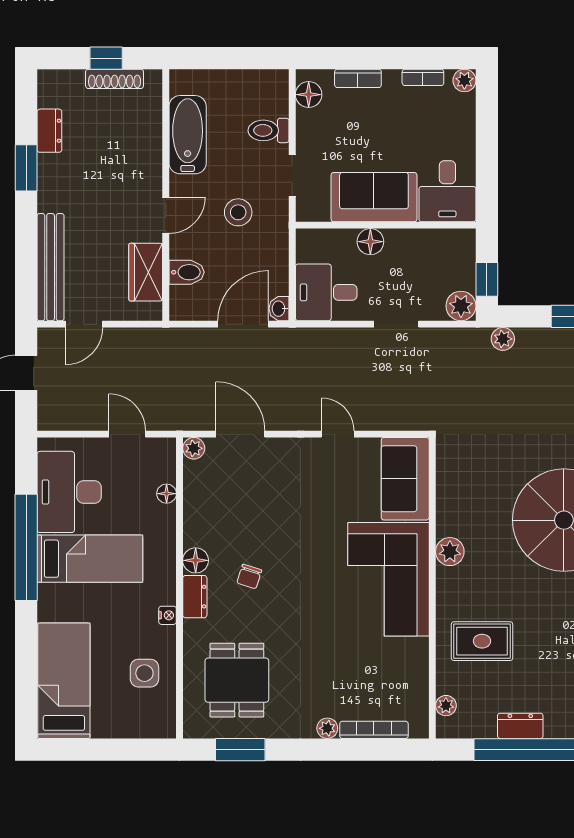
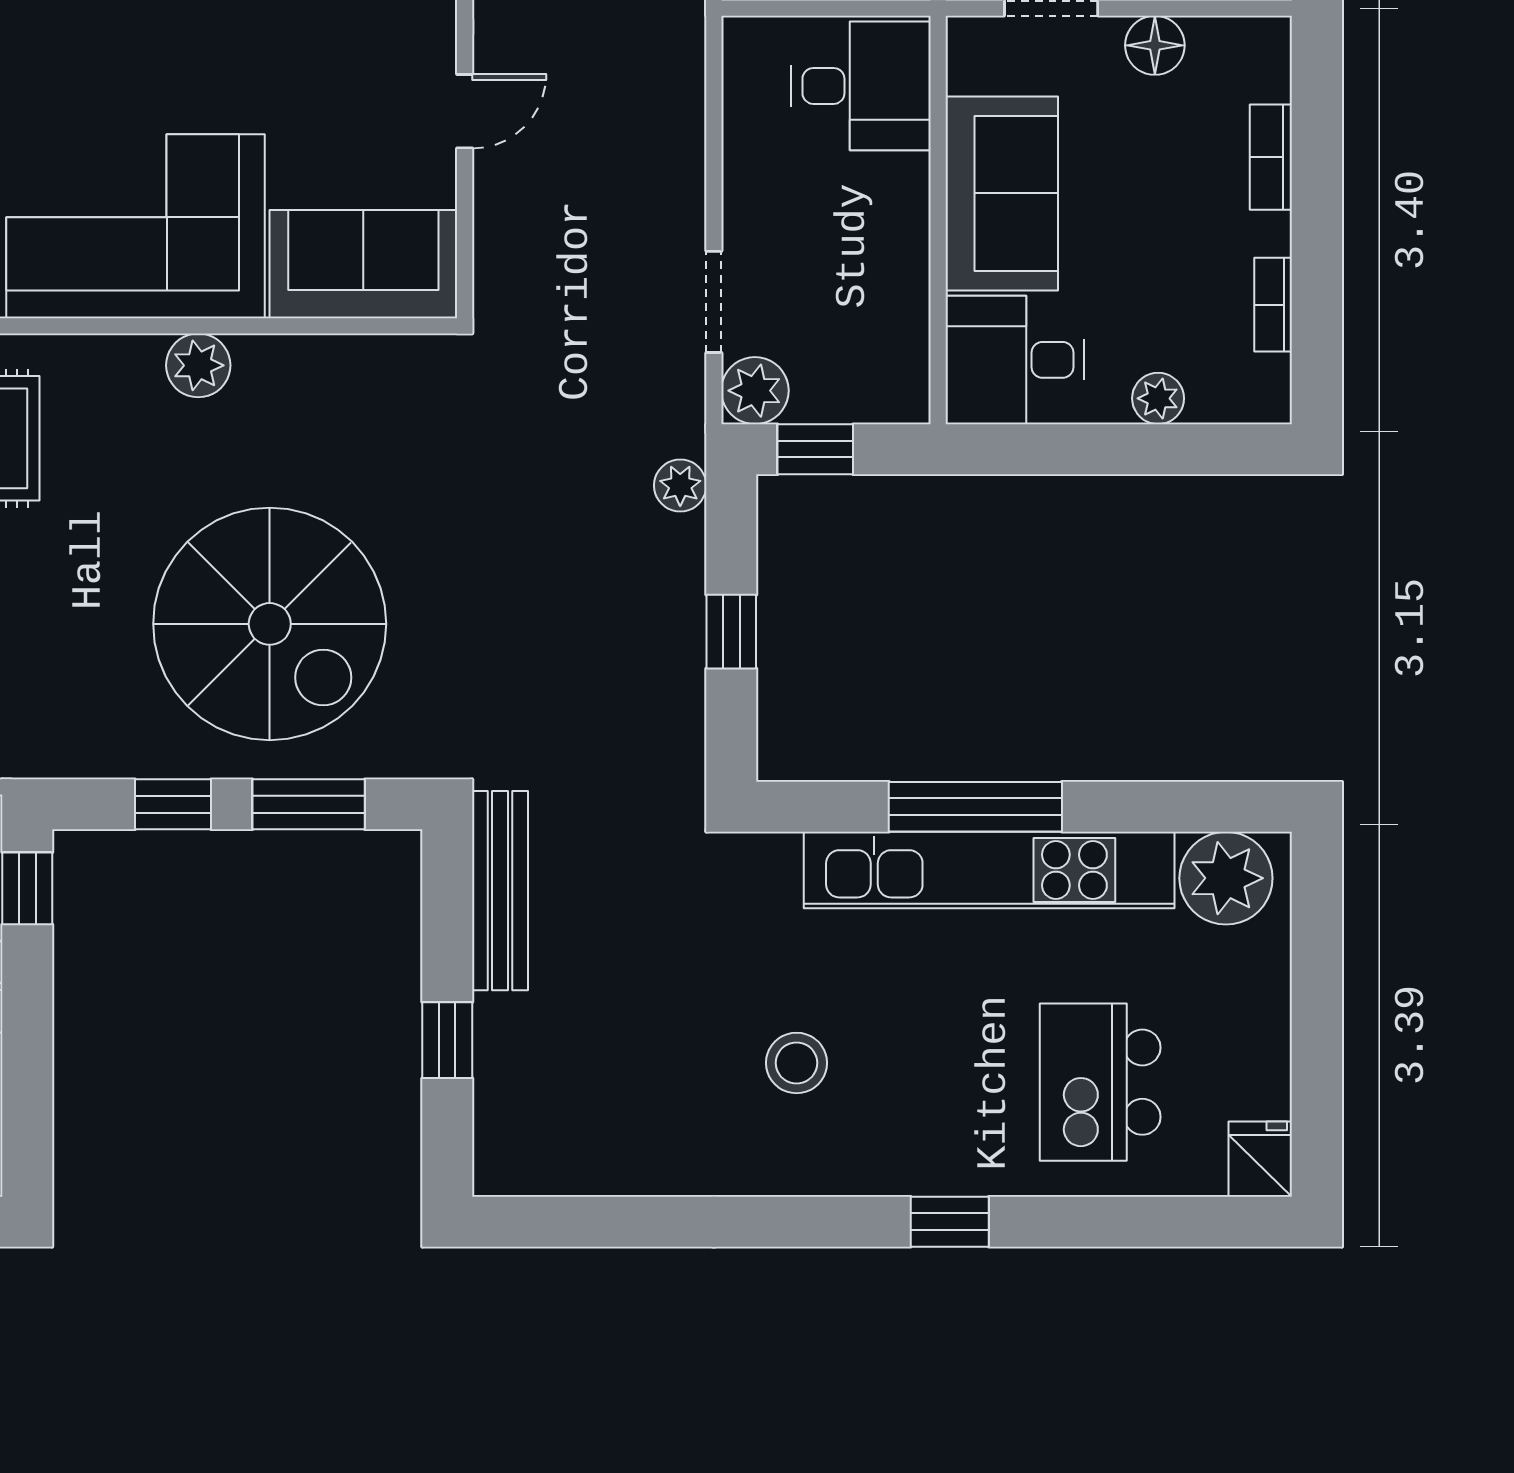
plant: (464, 80) -> (1158, 398), moved
floor lamp: (309, 95) -> (1155, 45), moved
floor lamp: (370, 242) -> (901, 185), removed
desk: (326, 292) -> (861, 86), moved, turned 90
doorway: (396, 324) -> (714, 302), moved

